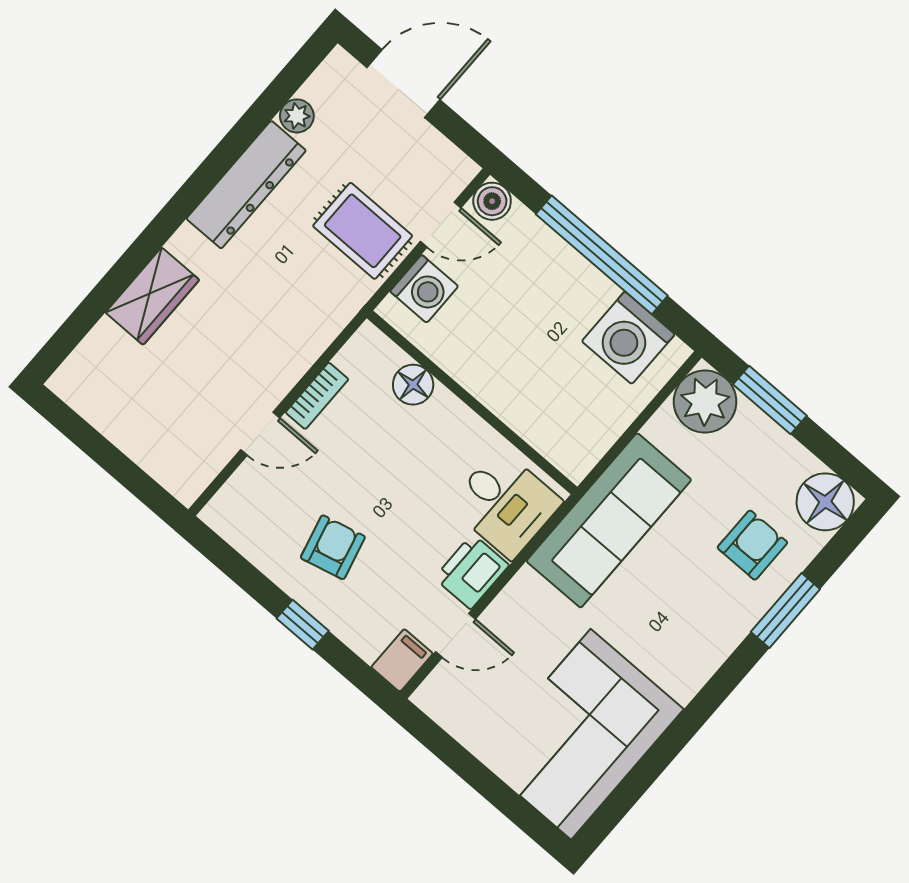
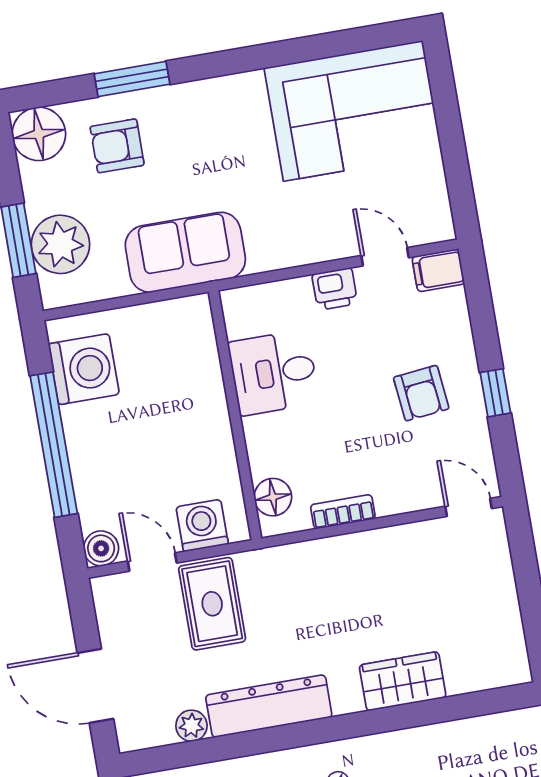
floor lamp: (413, 385) -> (273, 497), moved
plant: (705, 402) -> (60, 244), moved
door: (260, 434) -> (469, 507), moved
desk: (505, 504) -> (274, 373), moved, turned -90
sofa: (609, 520) -> (185, 252), width x0.73
armchair: (333, 547) -> (421, 393), turned -82
printer: (472, 572) -> (335, 289), width x0.73, depth x0.81
window: (303, 625) -> (495, 393), moved

